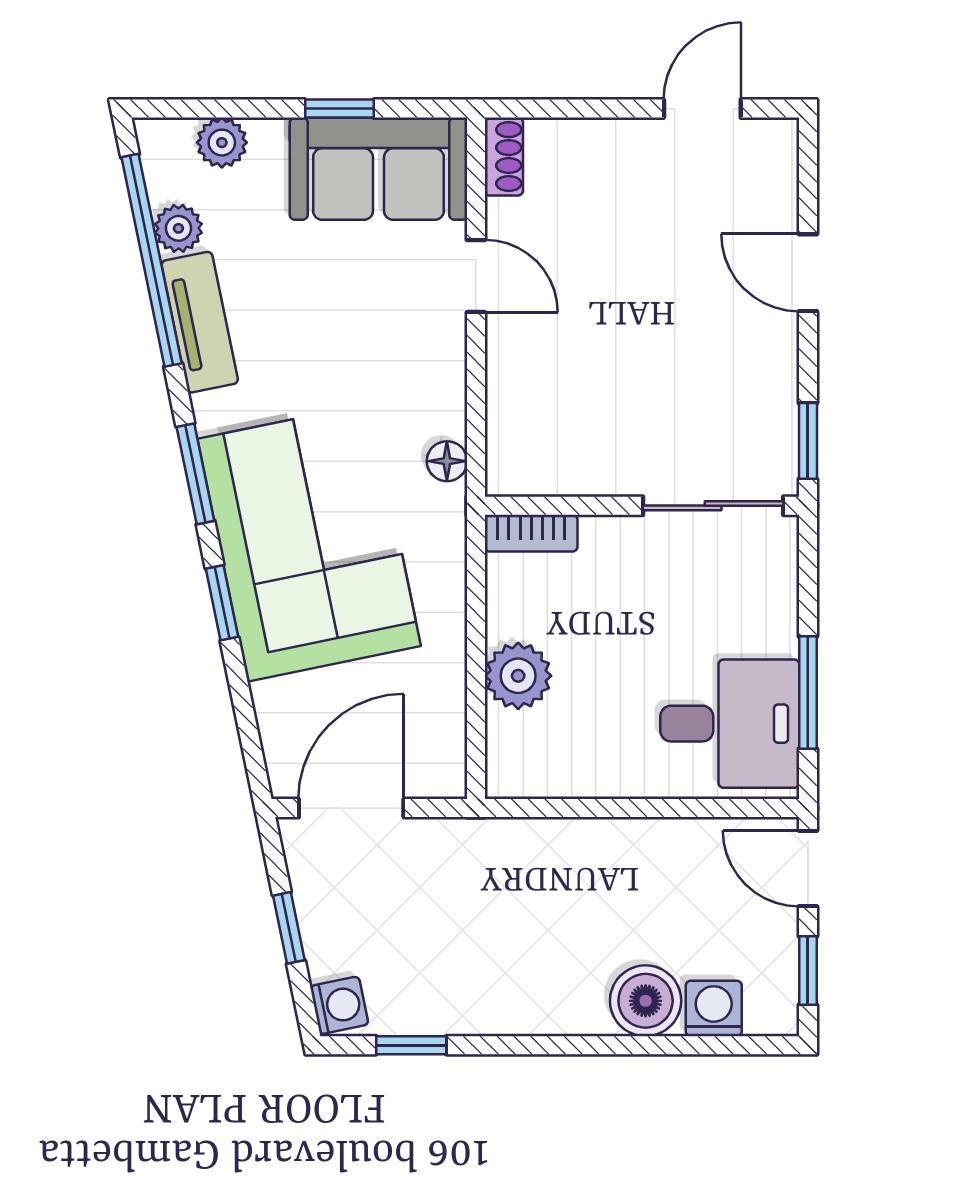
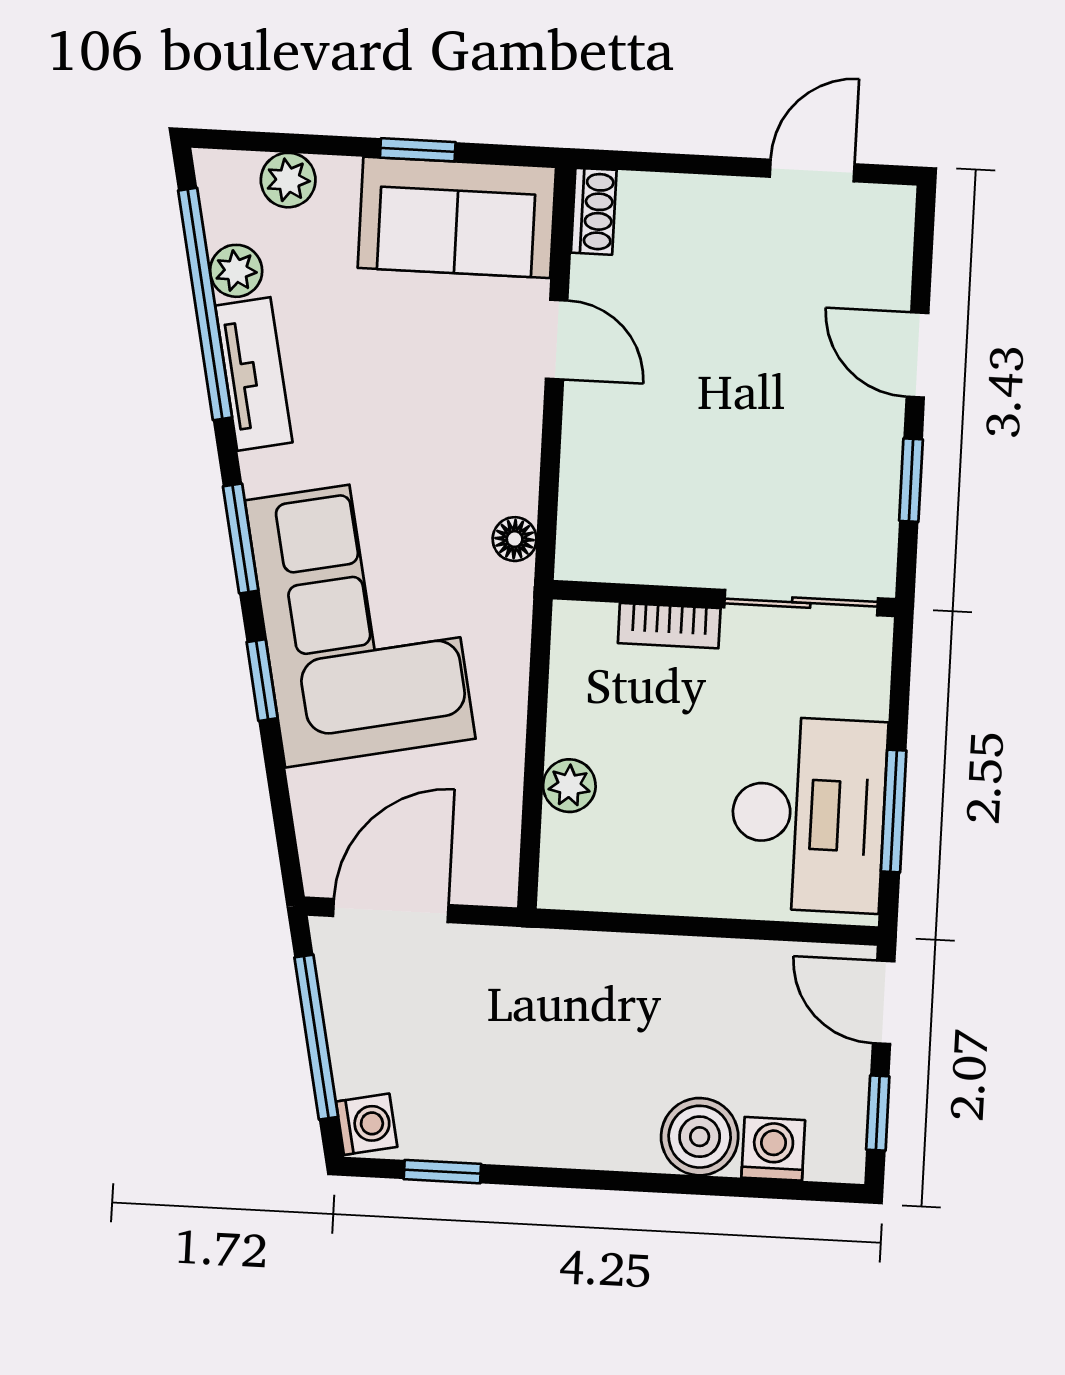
window: (808, 441) -> (911, 480), moved
bookcase: (531, 533) -> (669, 626), moved
plant: (518, 676) -> (569, 786), width x0.73, depth x0.73
desk: (730, 724) -> (808, 814), width x1.37
window: (289, 928) -> (316, 1037), width x2.17

